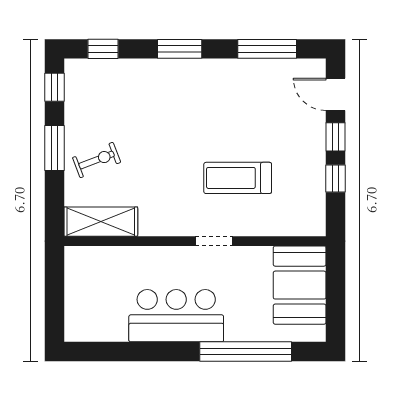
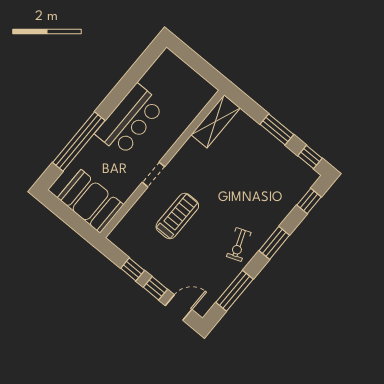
exercise bike: (97, 160) -> (239, 244), moved

